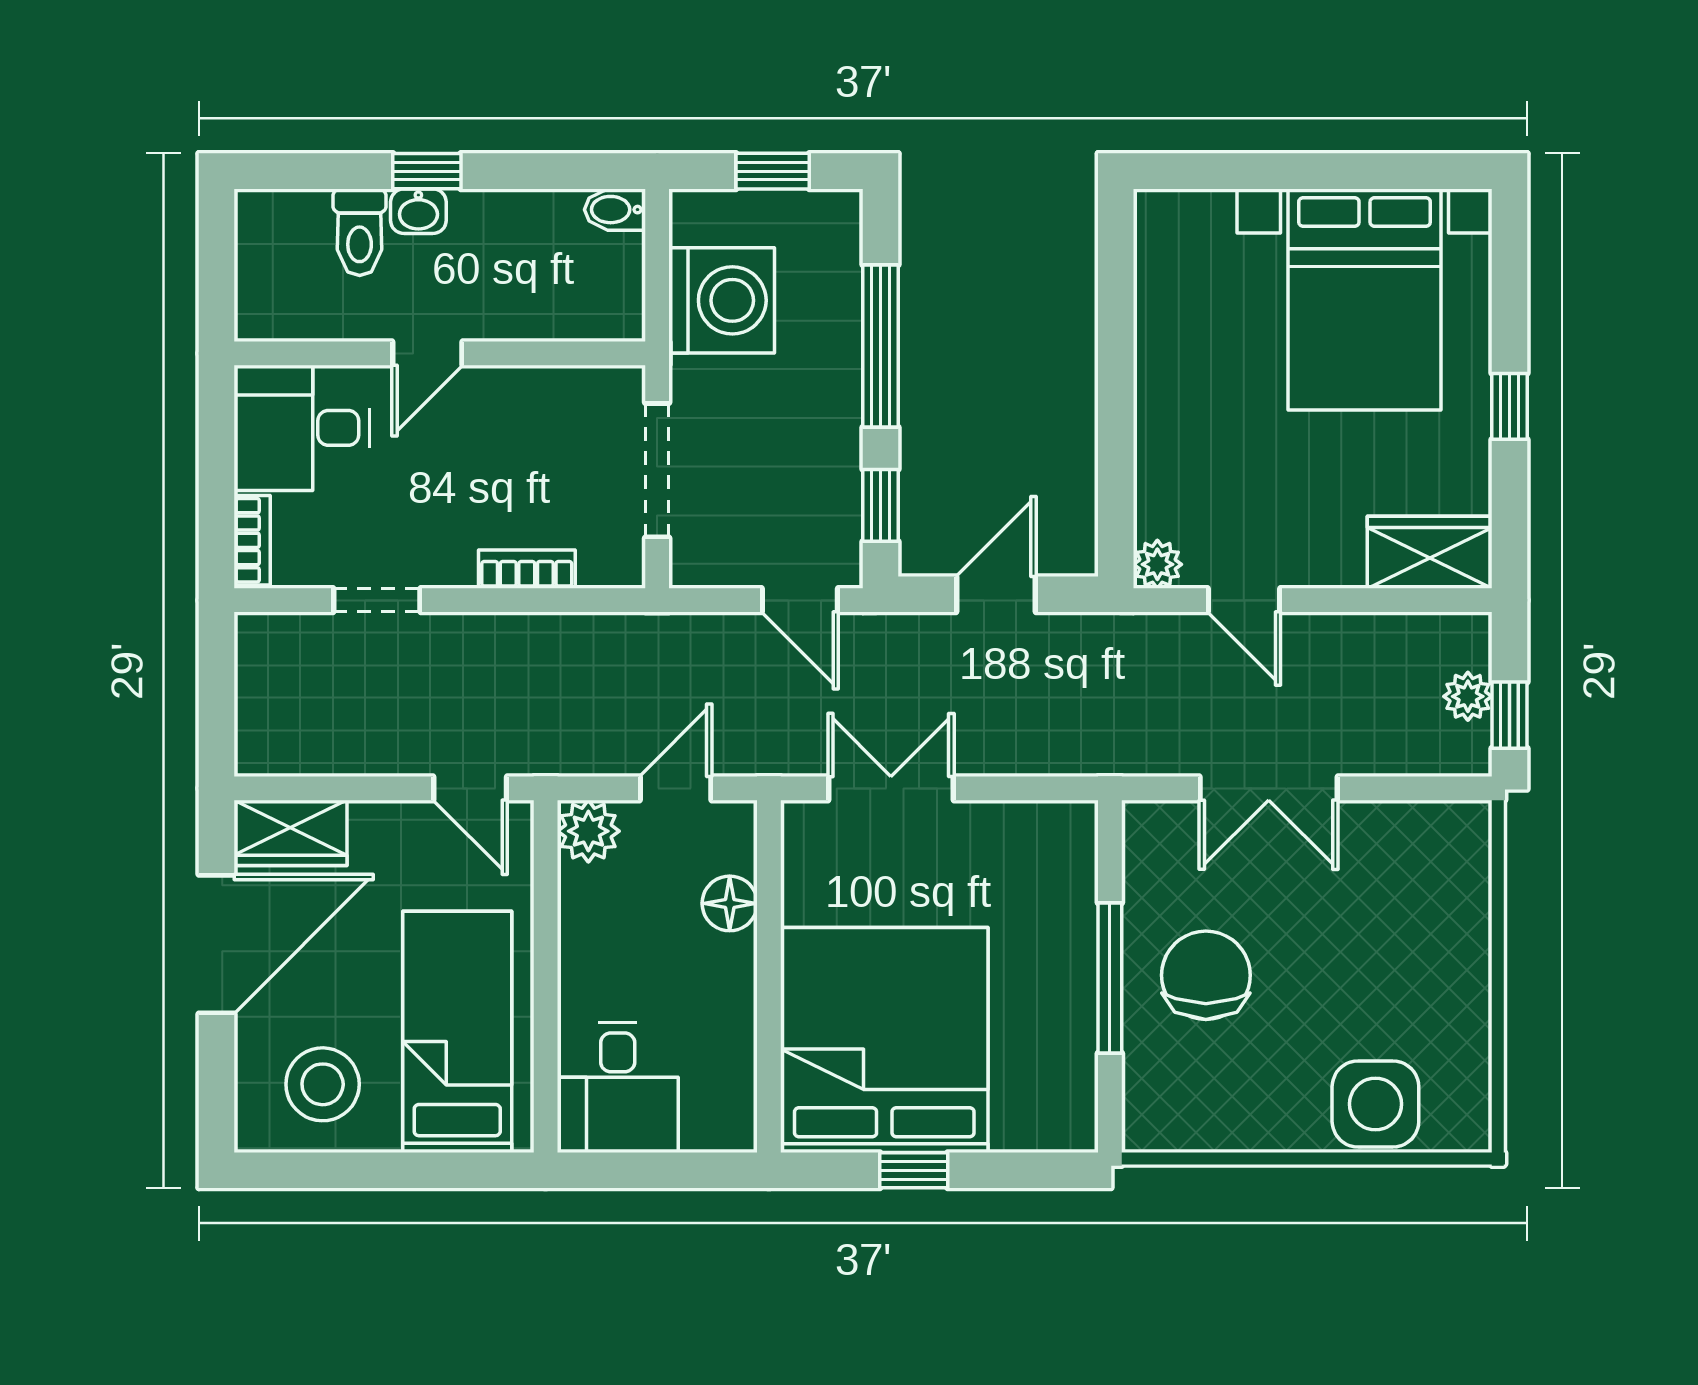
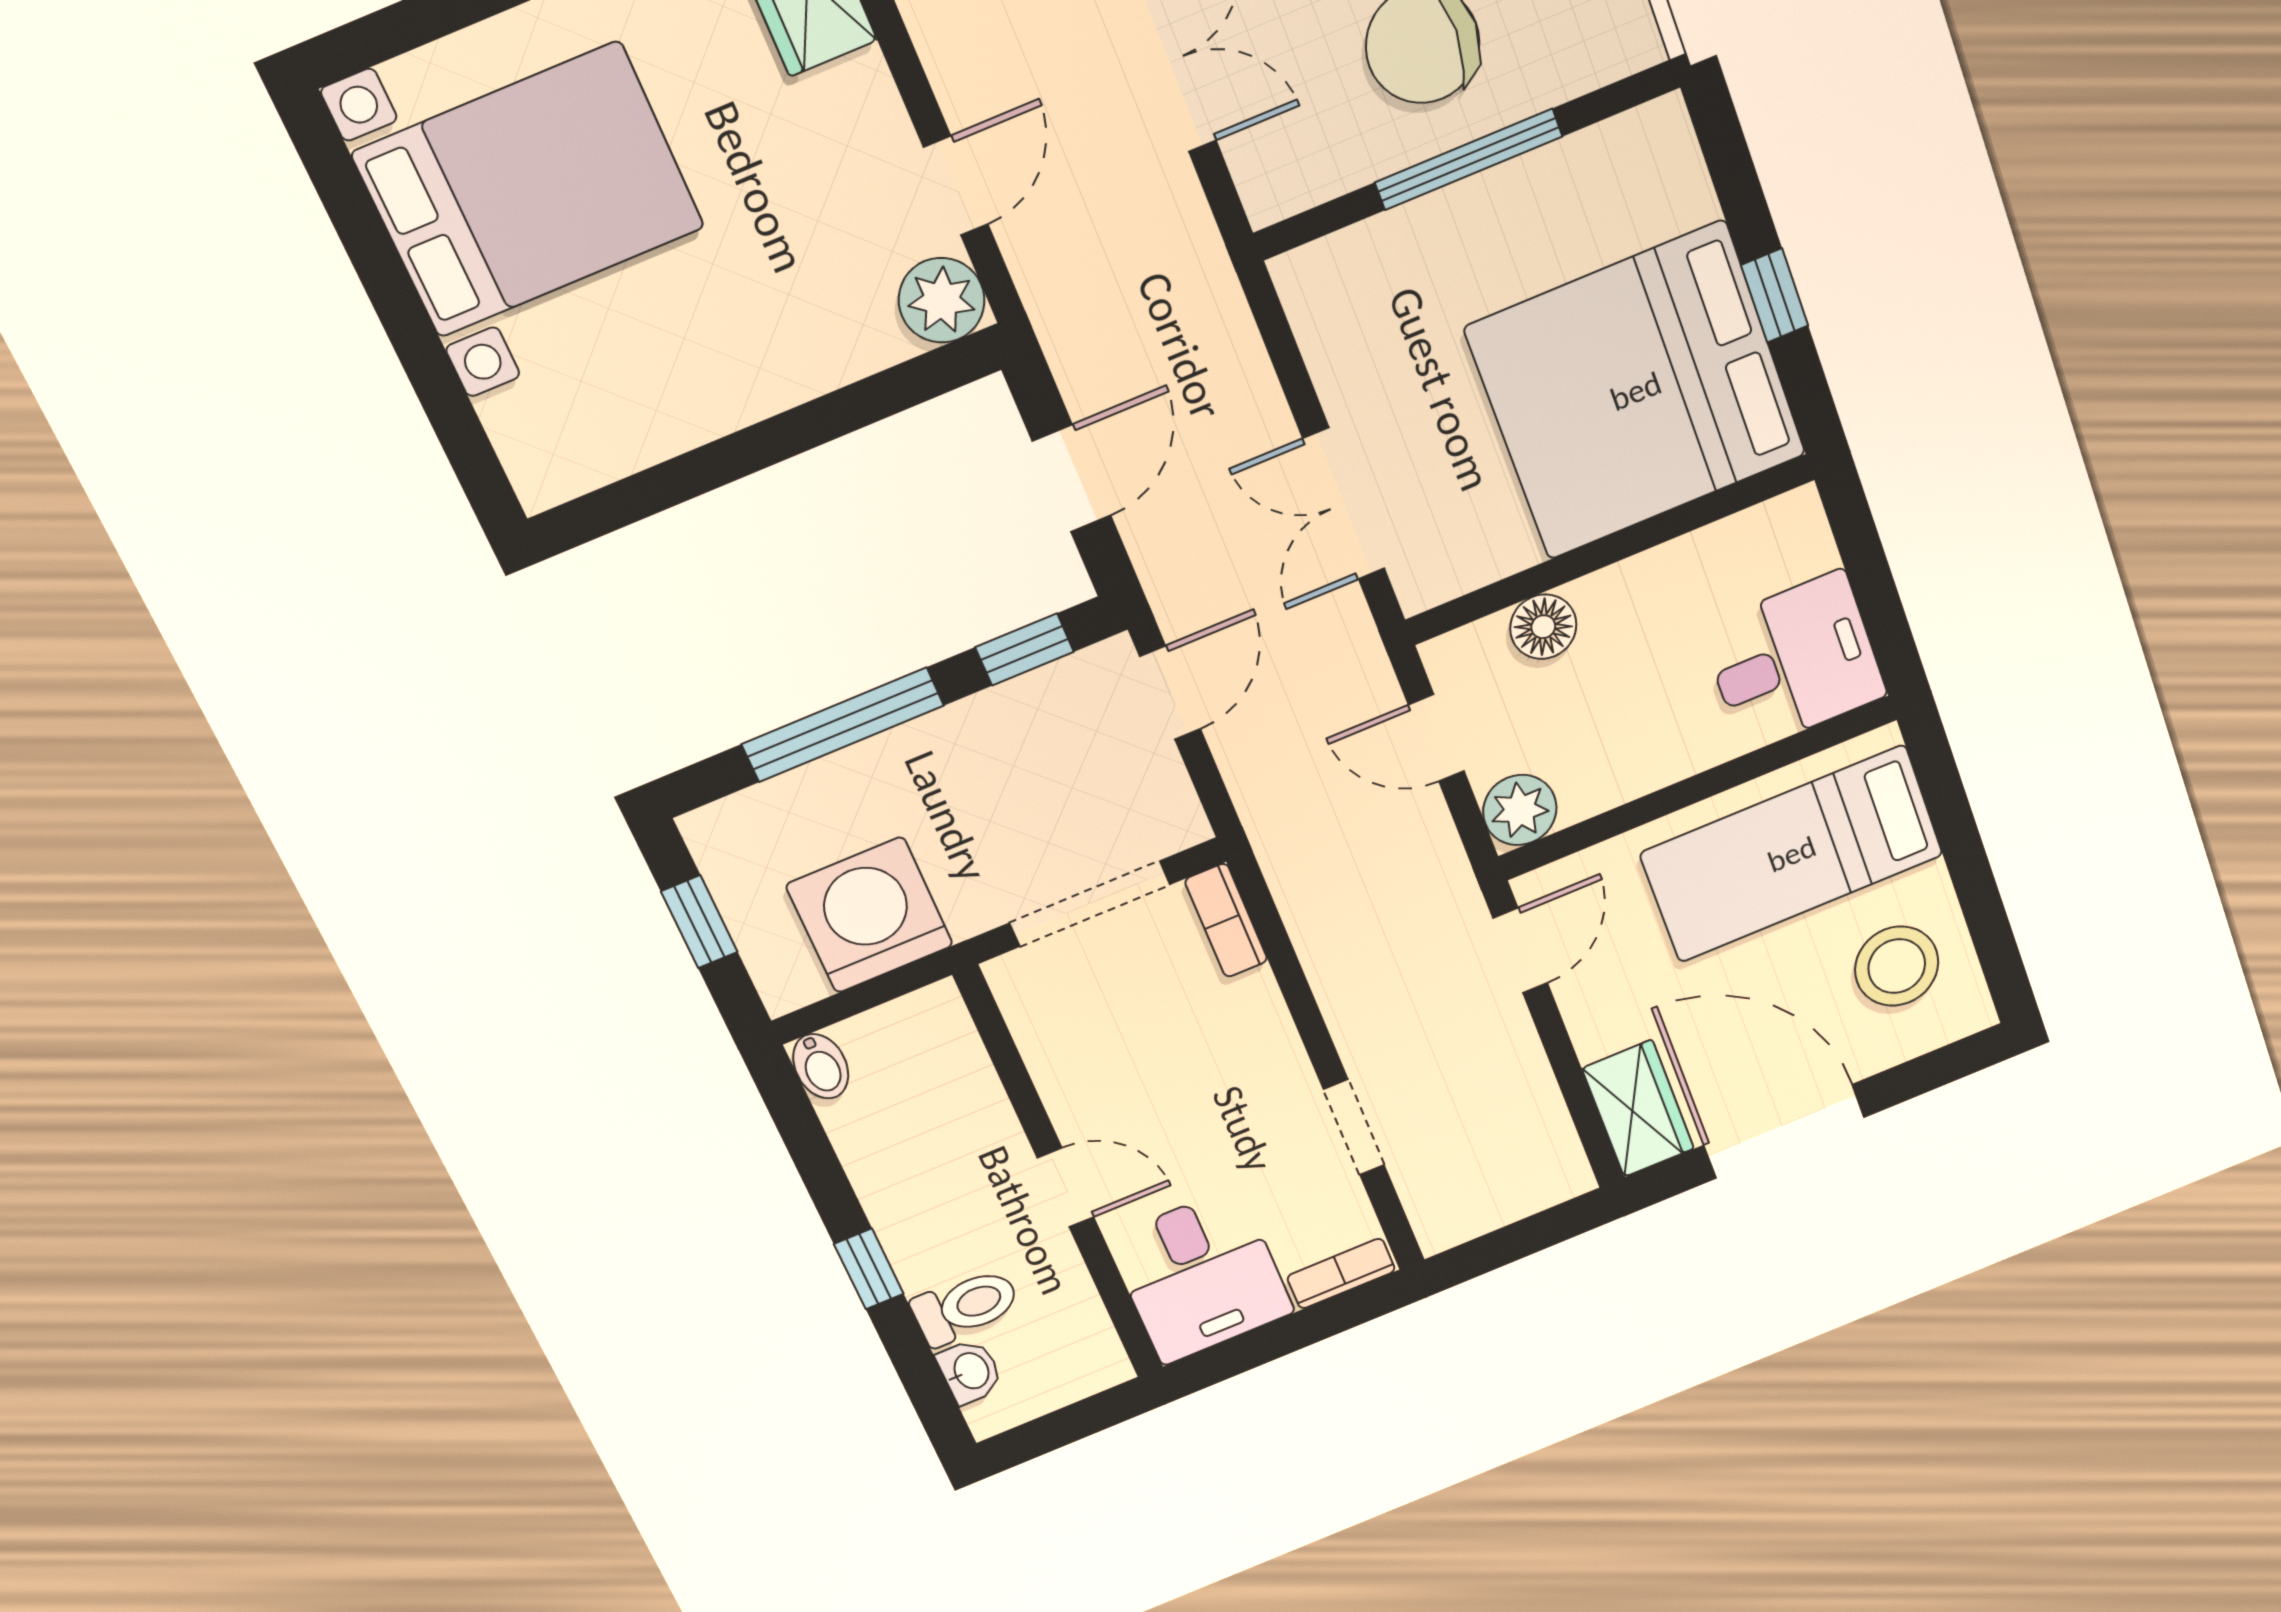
washbasin: (418, 211) -> (970, 1371), moved
plant: (1157, 564) -> (942, 300), width x1.38, depth x1.38
bookcase: (527, 569) -> (1226, 920), moved
door: (996, 594) -> (1072, 478), swing flipped

